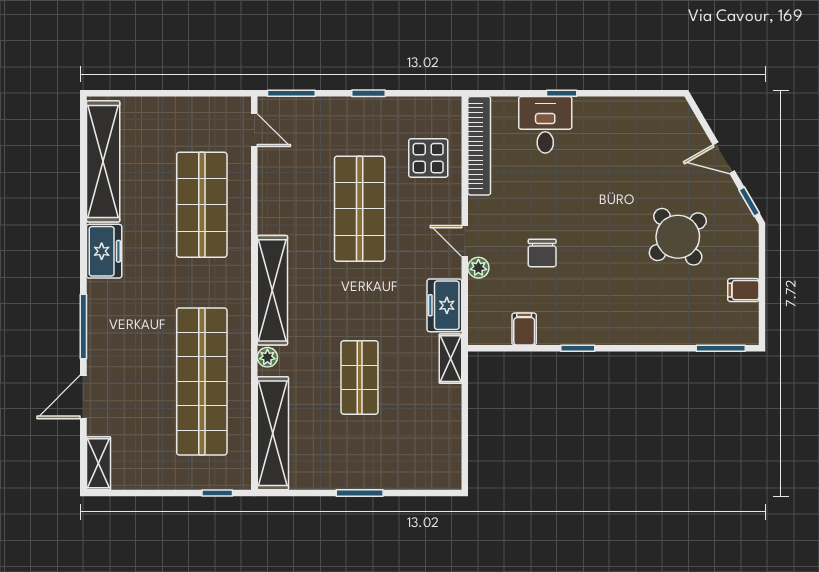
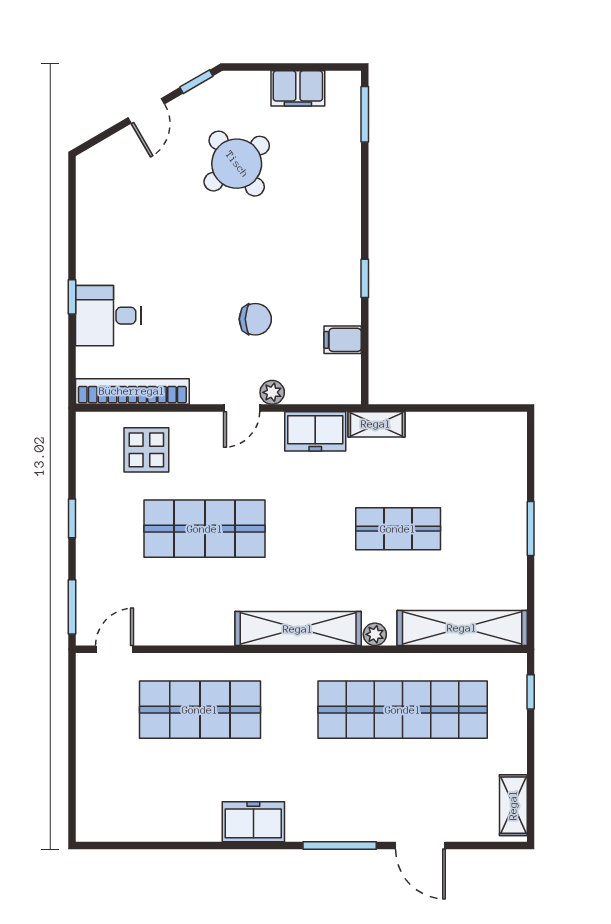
shelving: (103, 161) -> (150, 823), removed
filing cabinet: (743, 290) -> (298, 88), width x2.00
shelving: (98, 463) -> (513, 805), moved, turned 90

